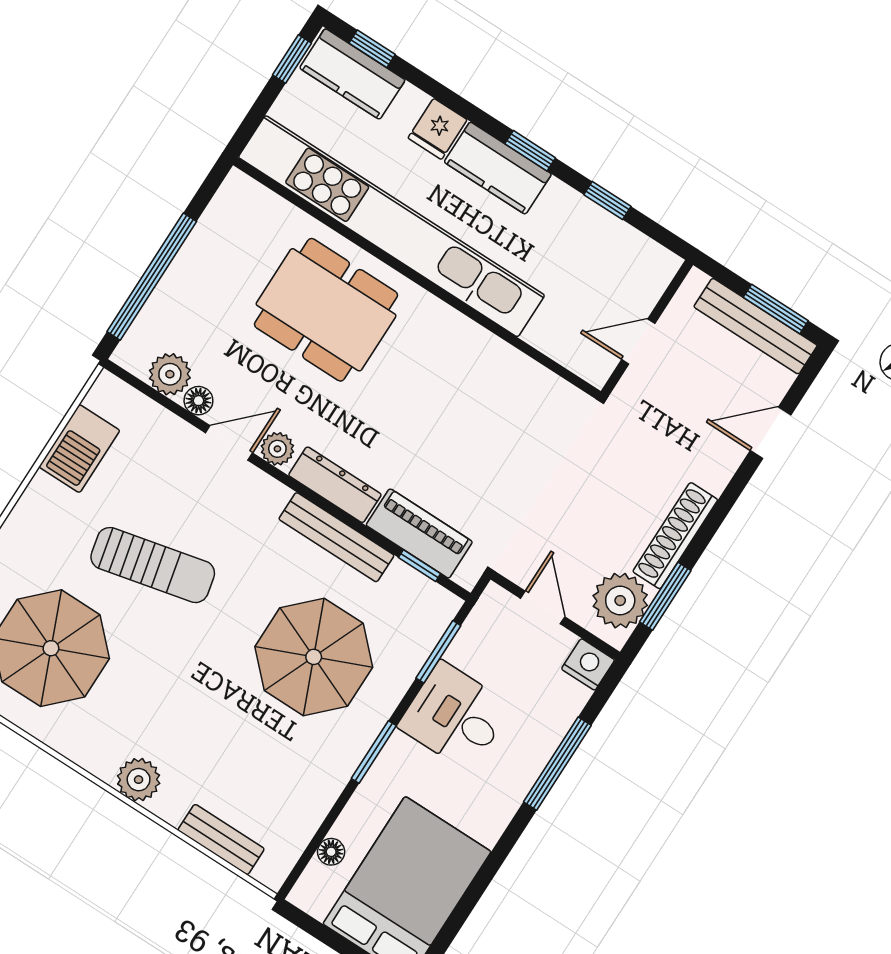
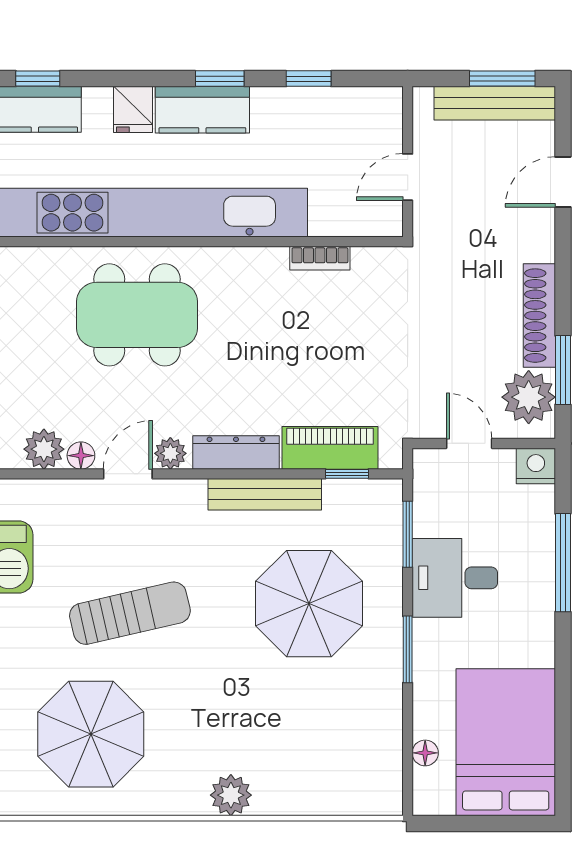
bookcase: (517, 363) -> (320, 258), added
bench: (221, 839) -> (329, 801), removed

